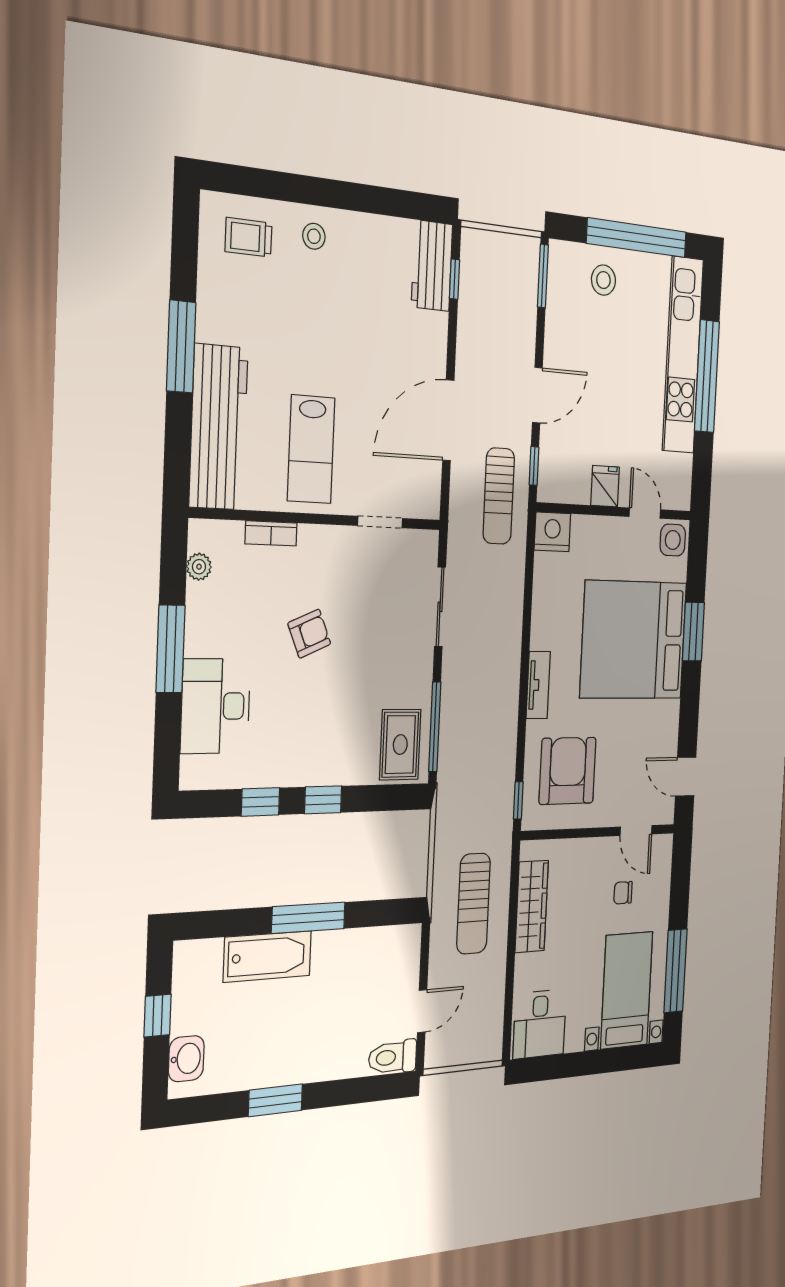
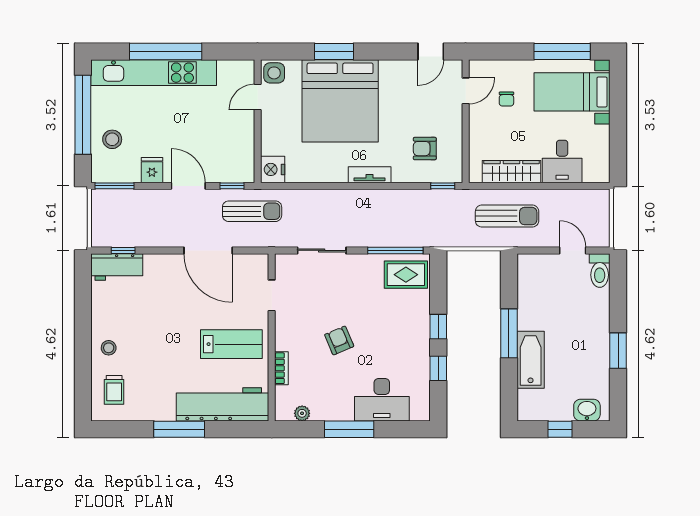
fridge: (605, 486) -> (152, 170), moved, turned 90
armchair: (568, 771) -> (425, 149), width x0.53, depth x0.53
desk: (540, 1024) -> (562, 161), moved, turned 90

